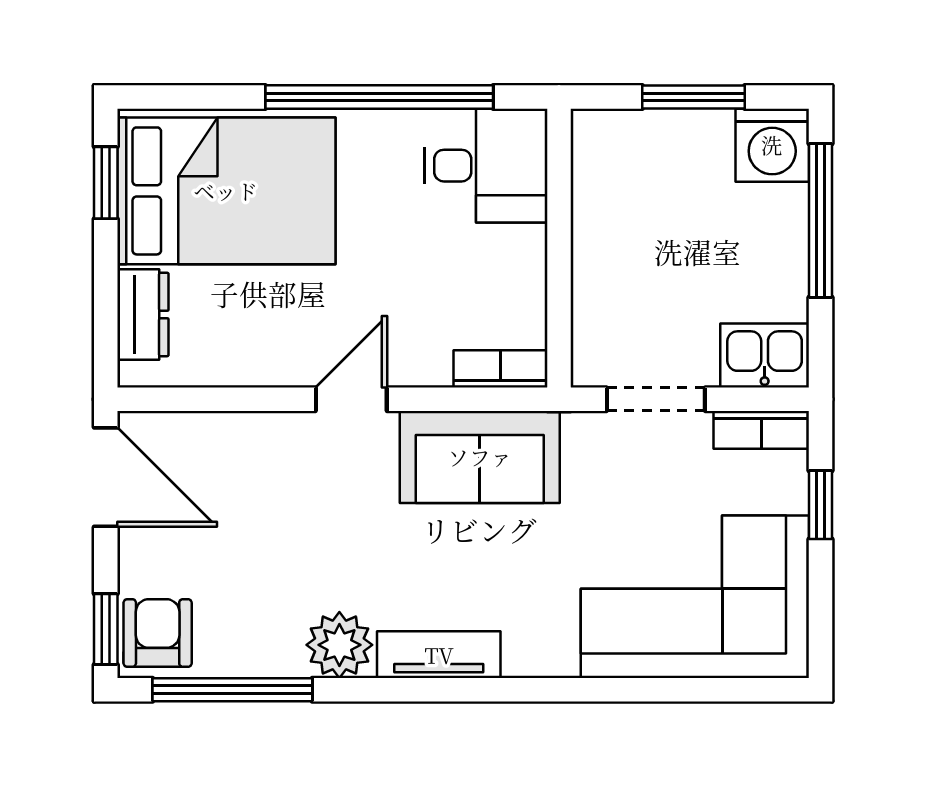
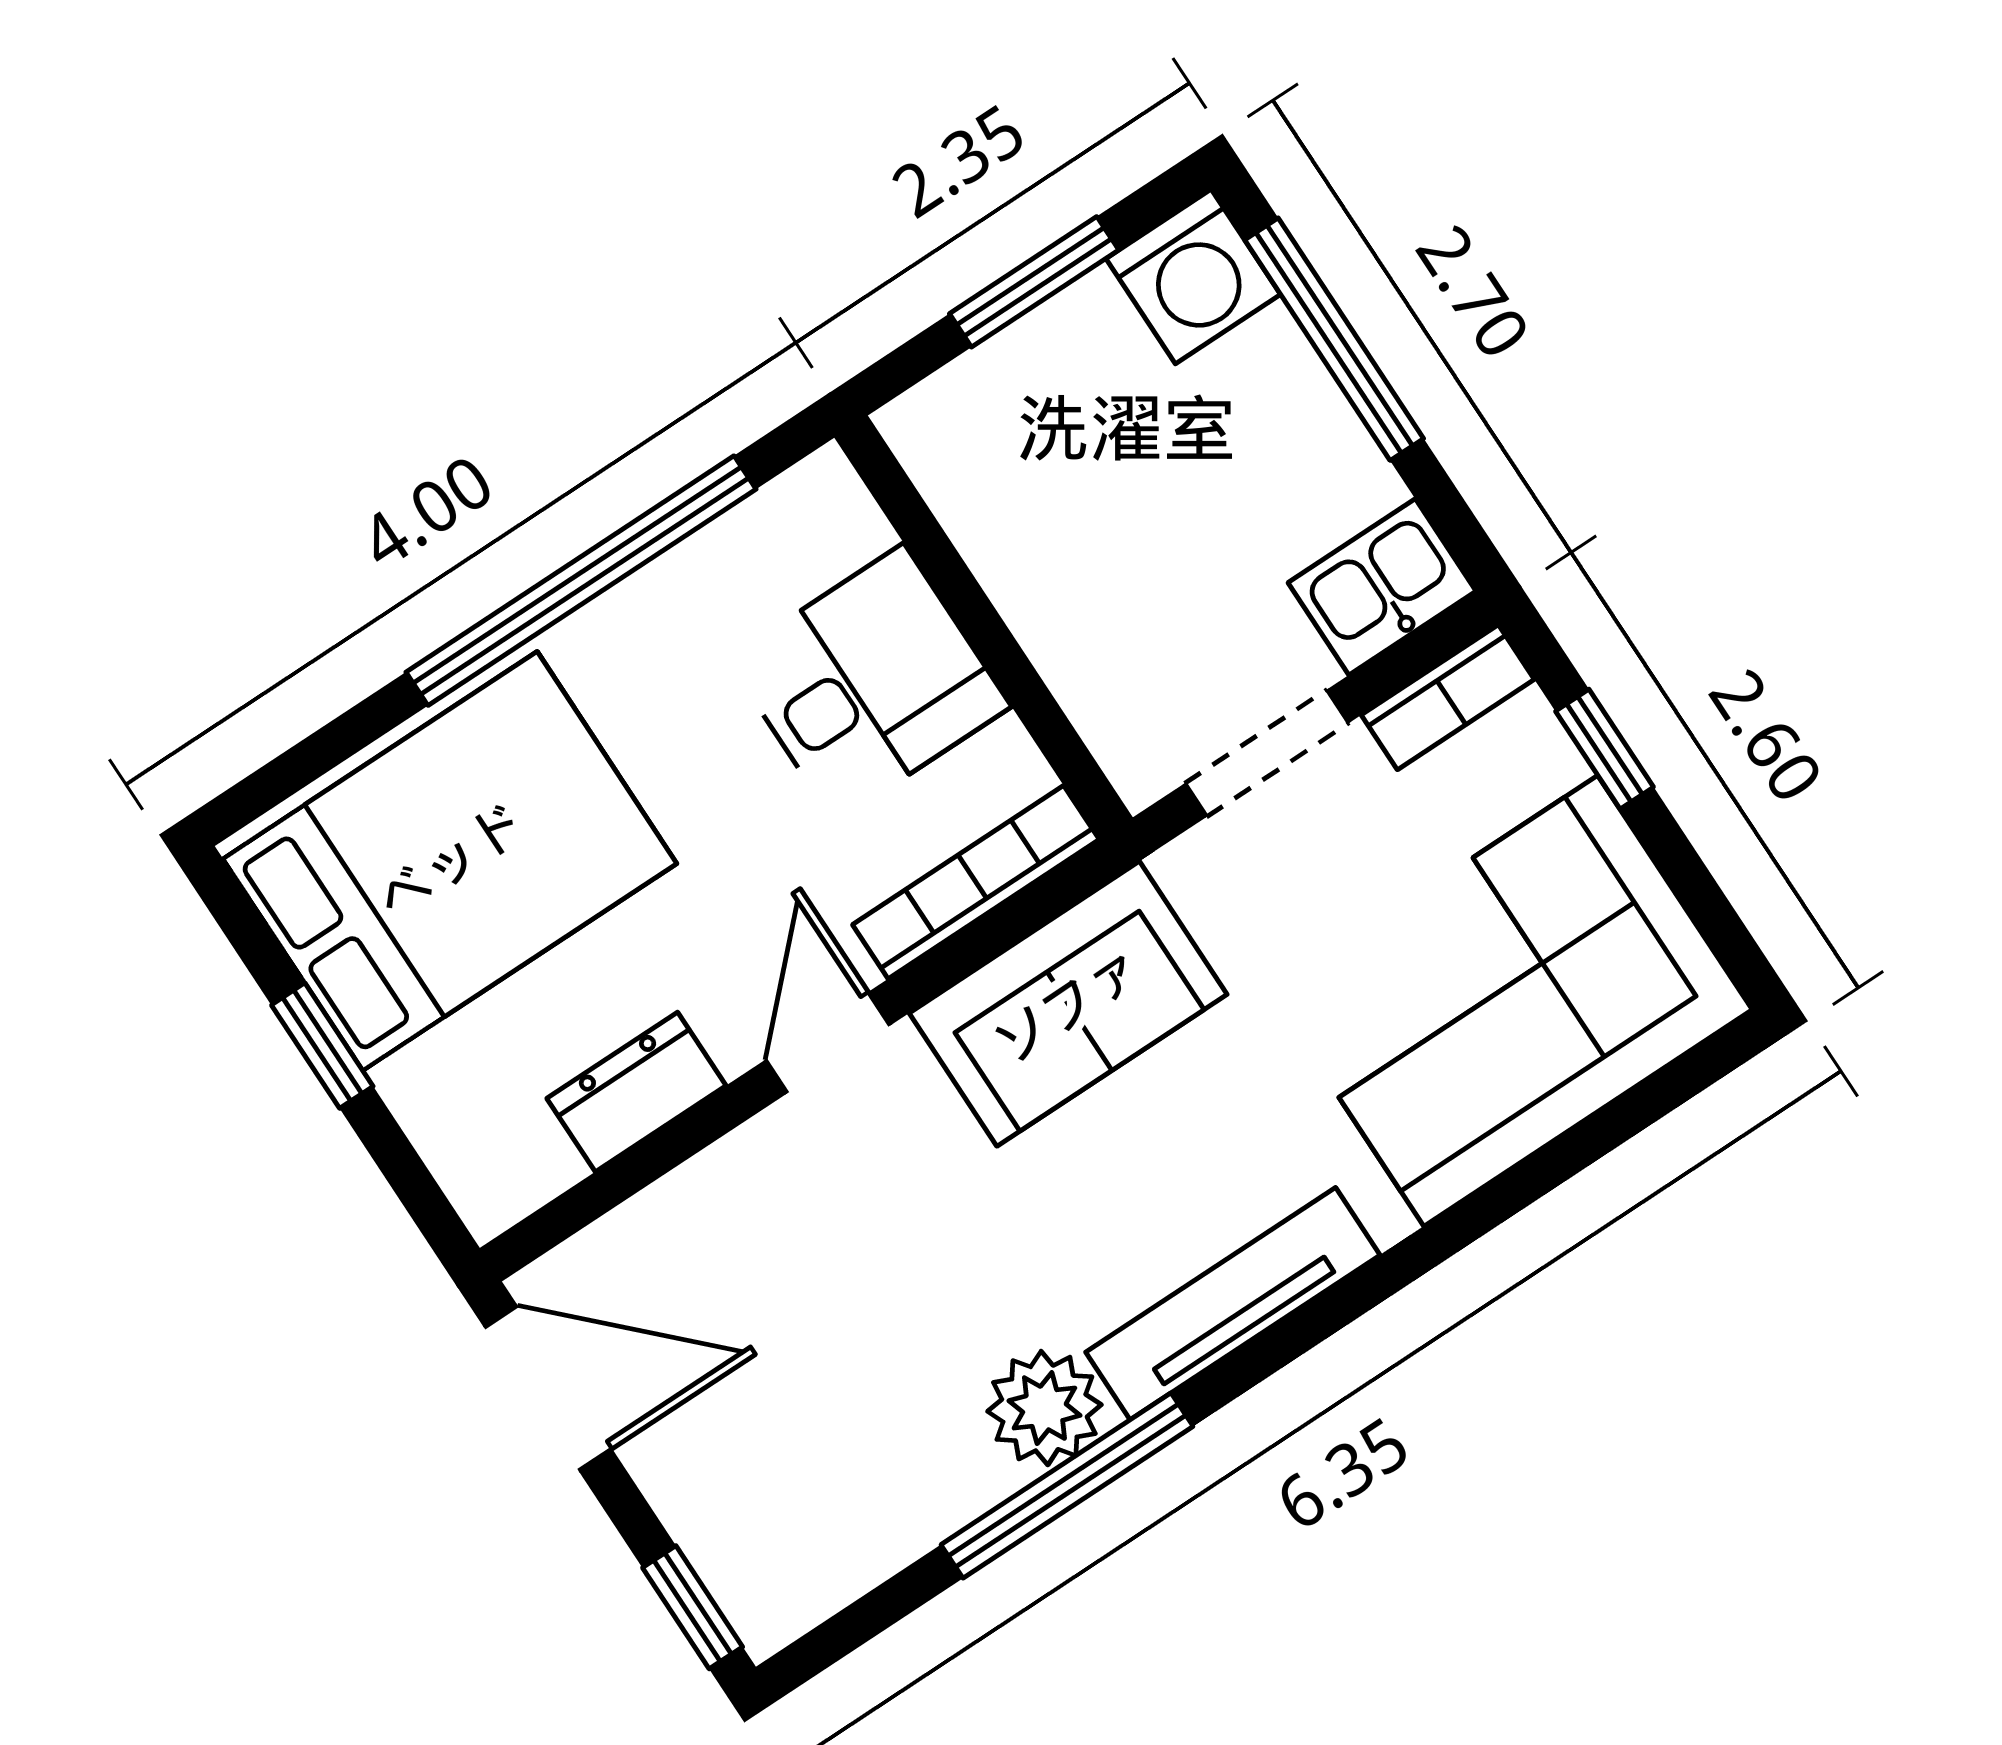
desk: (486, 166) -> (869, 683), moved
window: (106, 183) -> (322, 1046), moved
dresser: (143, 314) -> (636, 1092), moved, turned -90
bookcase: (500, 369) -> (976, 882), width x1.56
armchair: (158, 633) -> (771, 1564), removed
tv unit: (439, 655) -> (1233, 1304), width x1.41
window: (232, 690) -> (1067, 1486), moved

